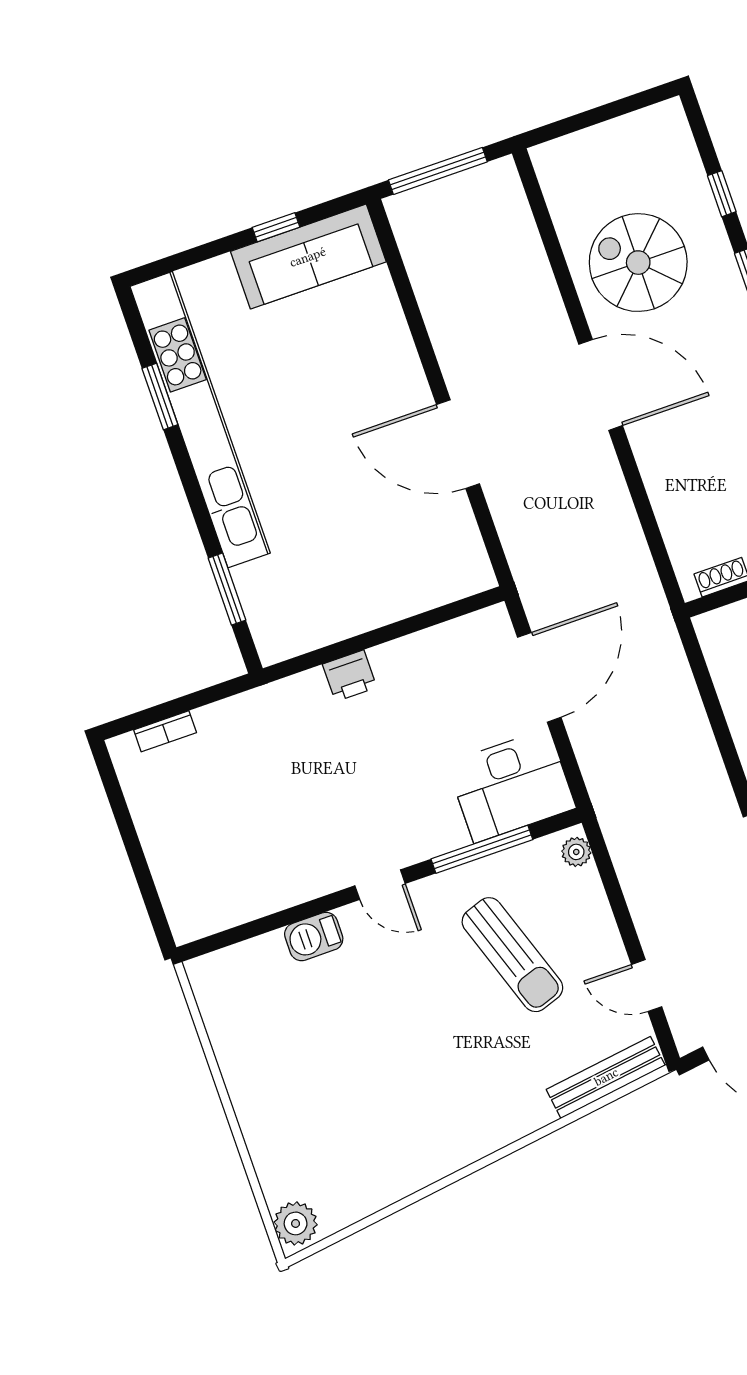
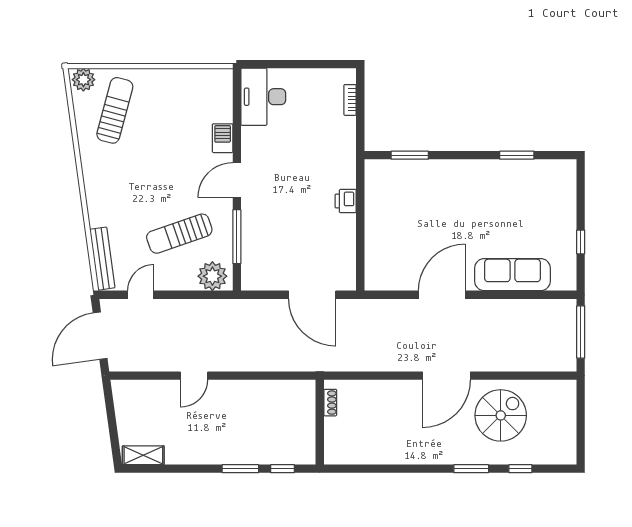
sofa: (308, 257) -> (512, 275), moved, turned 90
kitchen unit: (200, 420) -> (498, 171), removed
desk: (511, 786) -> (263, 97), moved
plant: (576, 852) -> (212, 276), width x1.88, depth x1.88
door: (380, 885) -> (237, 180), width x1.38
sun lounger: (331, 1148) -> (115, 110), added

